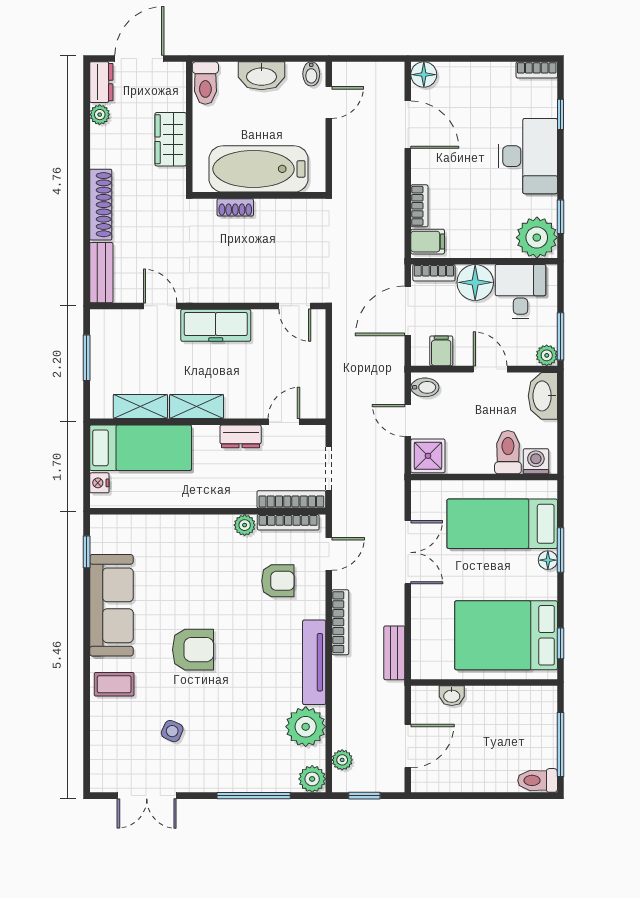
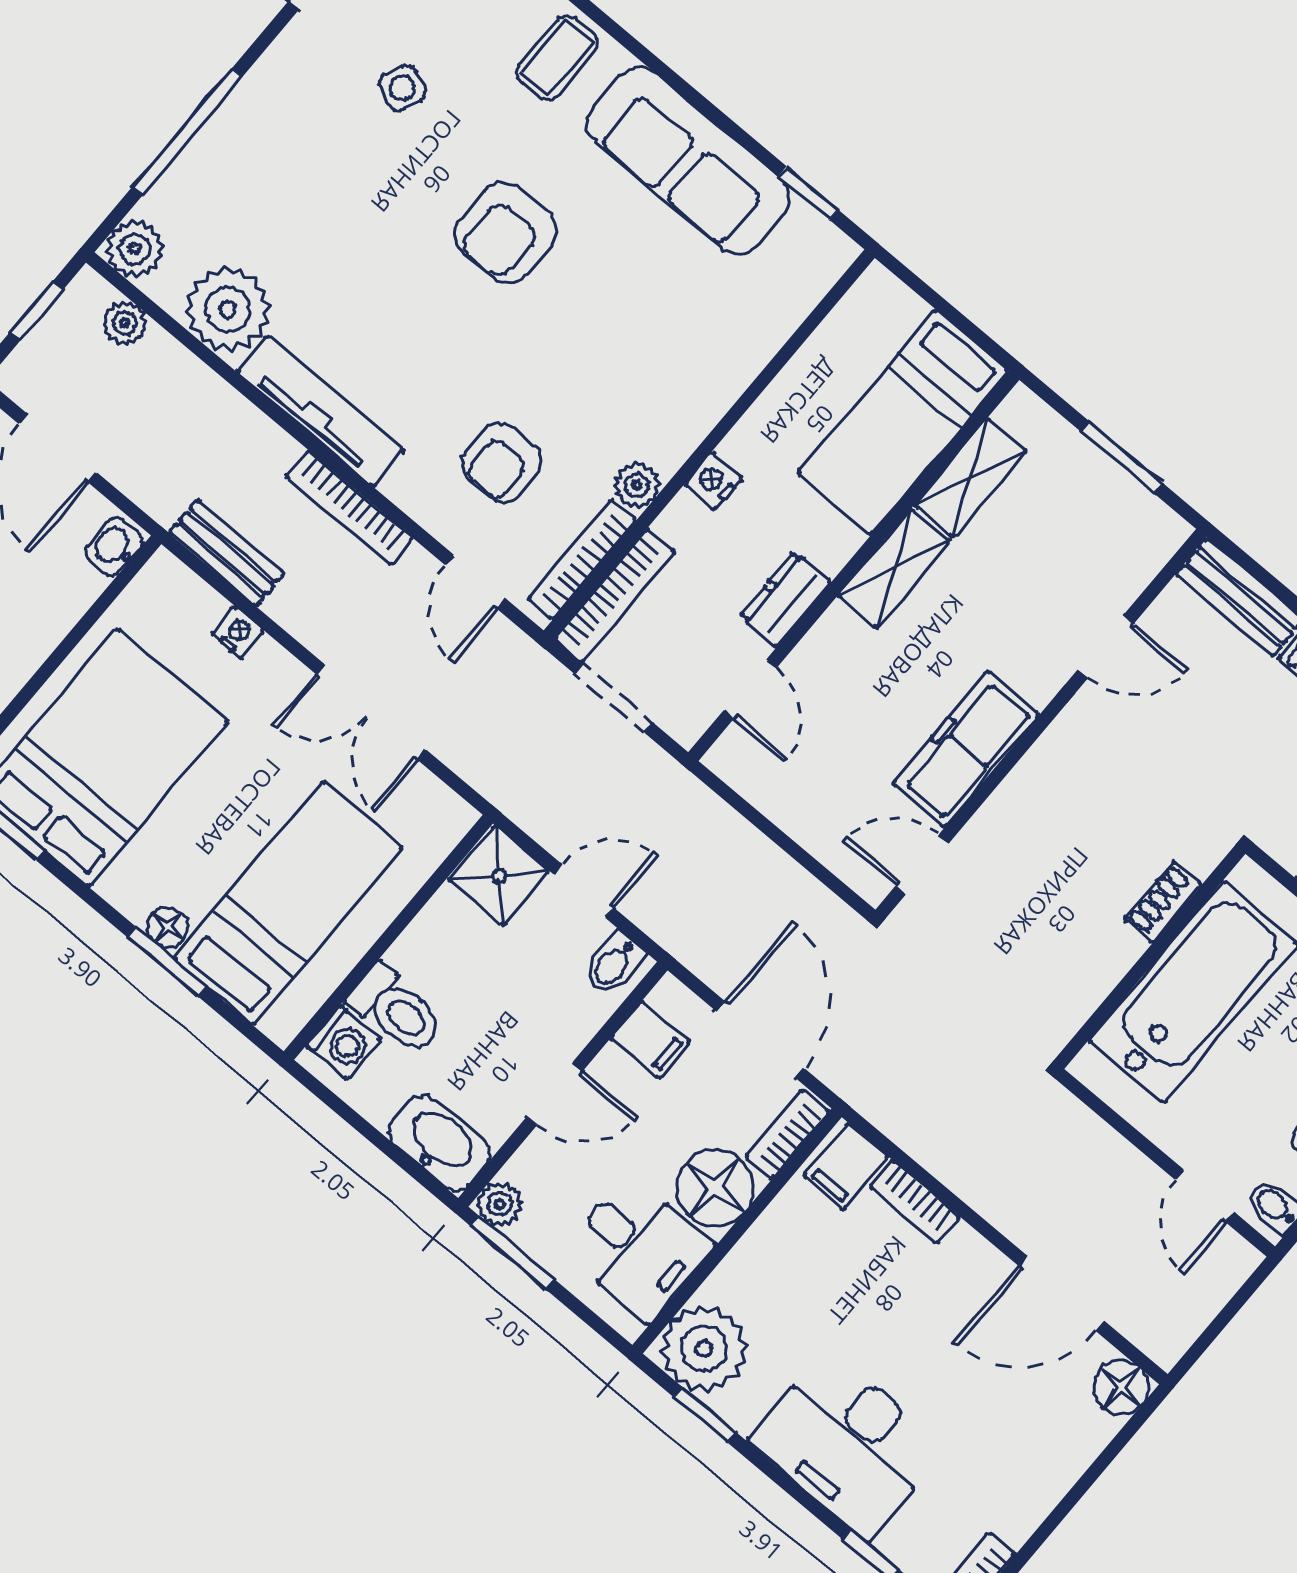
freezer: (216, 325) -> (966, 749), moved
nightstand: (99, 483) -> (713, 481), moved, turned -90
nightstand: (420, 625) -> (238, 633), added
washbasin: (452, 696) -> (114, 547), moved

